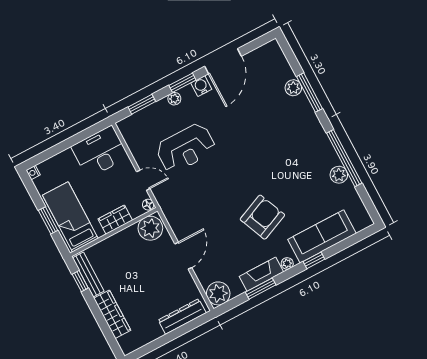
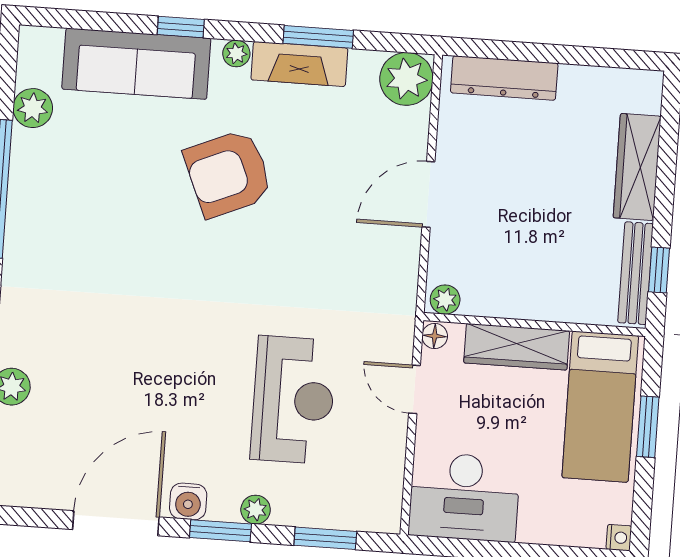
reception desk: (186, 148) -> (293, 400), turned 90
plant: (339, 175) -> (33, 108), moved
wardrobe: (115, 220) -> (517, 347), width x1.50
plant: (150, 228) -> (445, 300), width x0.53, depth x0.53

